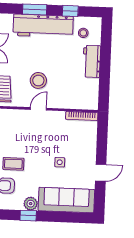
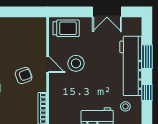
armchair: (48, 133) -> (24, 76), added

